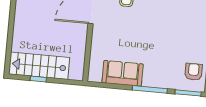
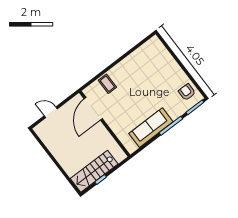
sofa: (123, 73) -> (151, 128), width x1.36

